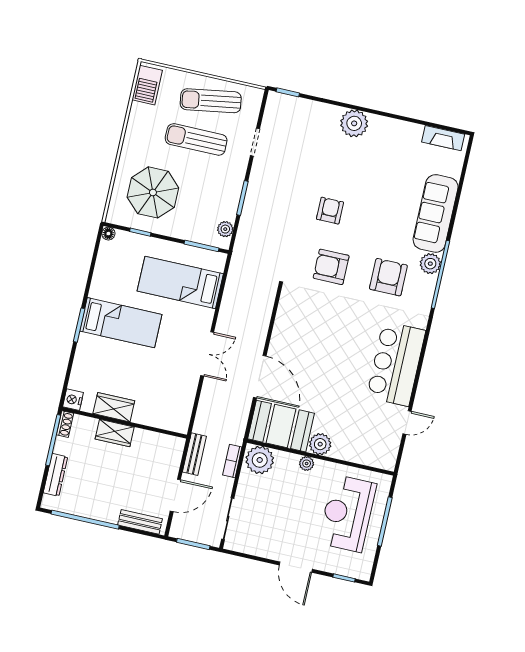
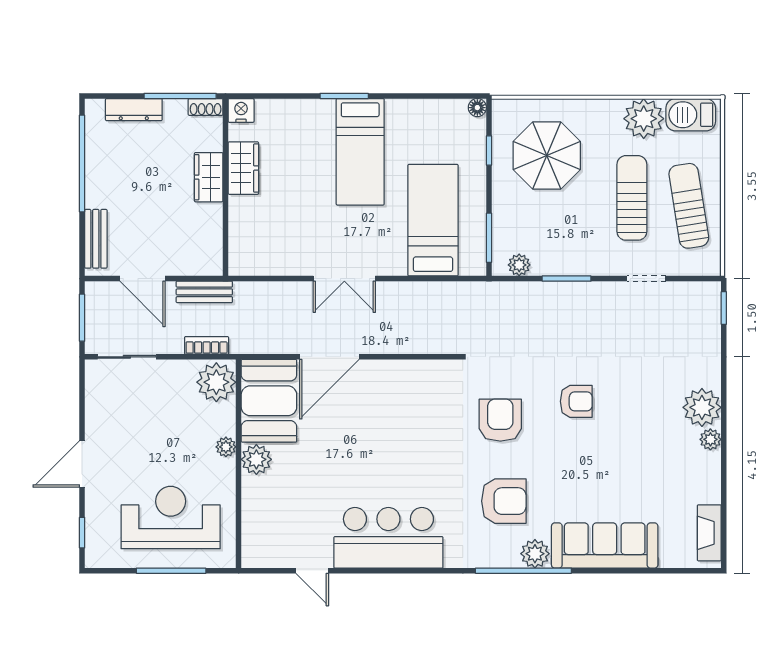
plant: (142, 119) -> (644, 119), added
plant: (378, 122) -> (710, 439), added

